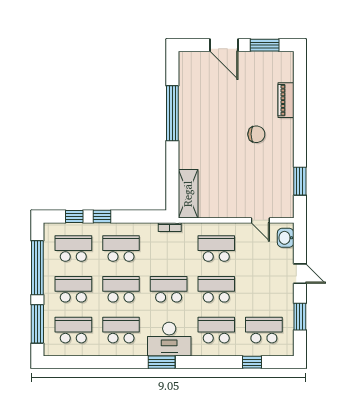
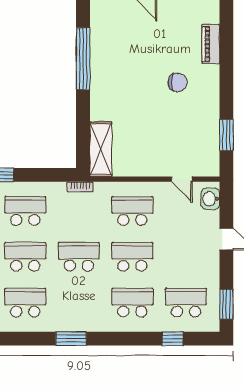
window: (300, 317) -> (226, 304), moved
desk: (169, 339) -> (79, 313), removed

